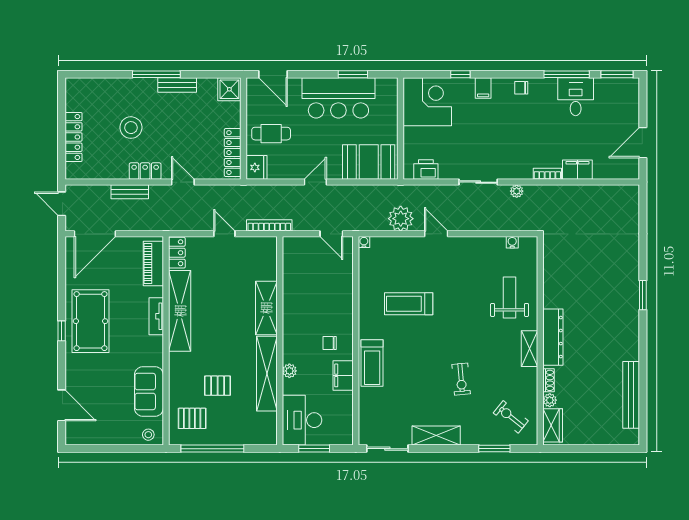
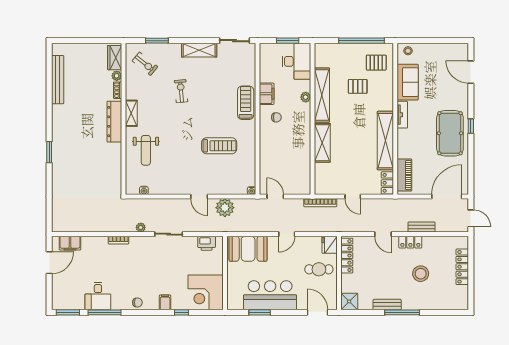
filing cabinet: (577, 170) -> (70, 243), moved
tv unit: (156, 316) -> (402, 115), moved

